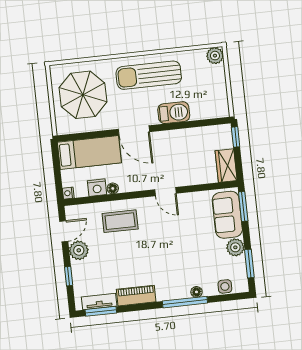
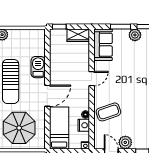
window: (243, 206) -> (120, 27), moved
sofa: (227, 215) -> (103, 45), moved, turned -90
coffee table: (120, 221) -> (108, 112), turned 71

